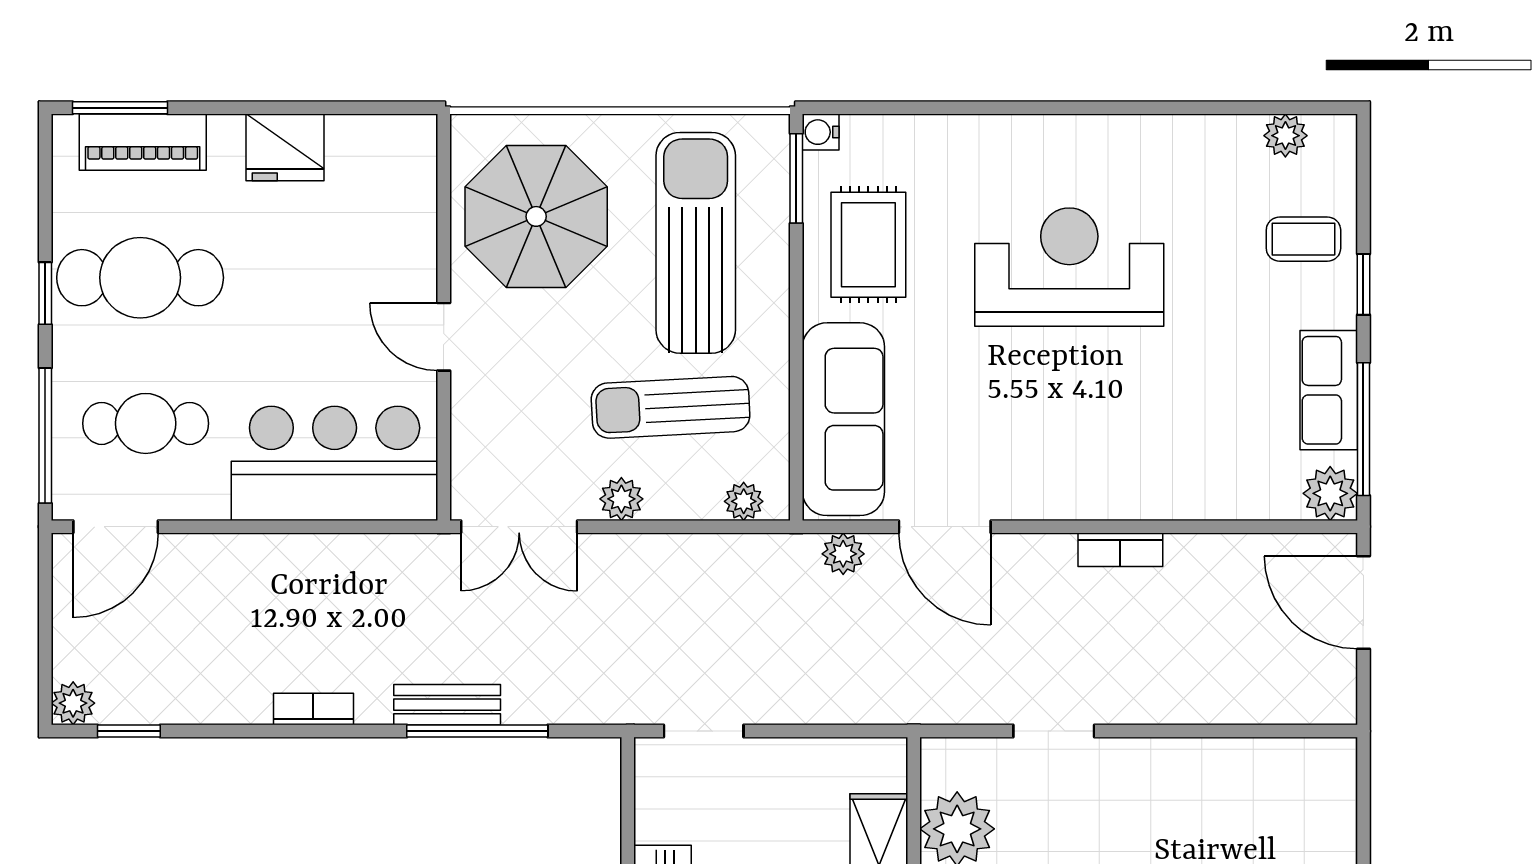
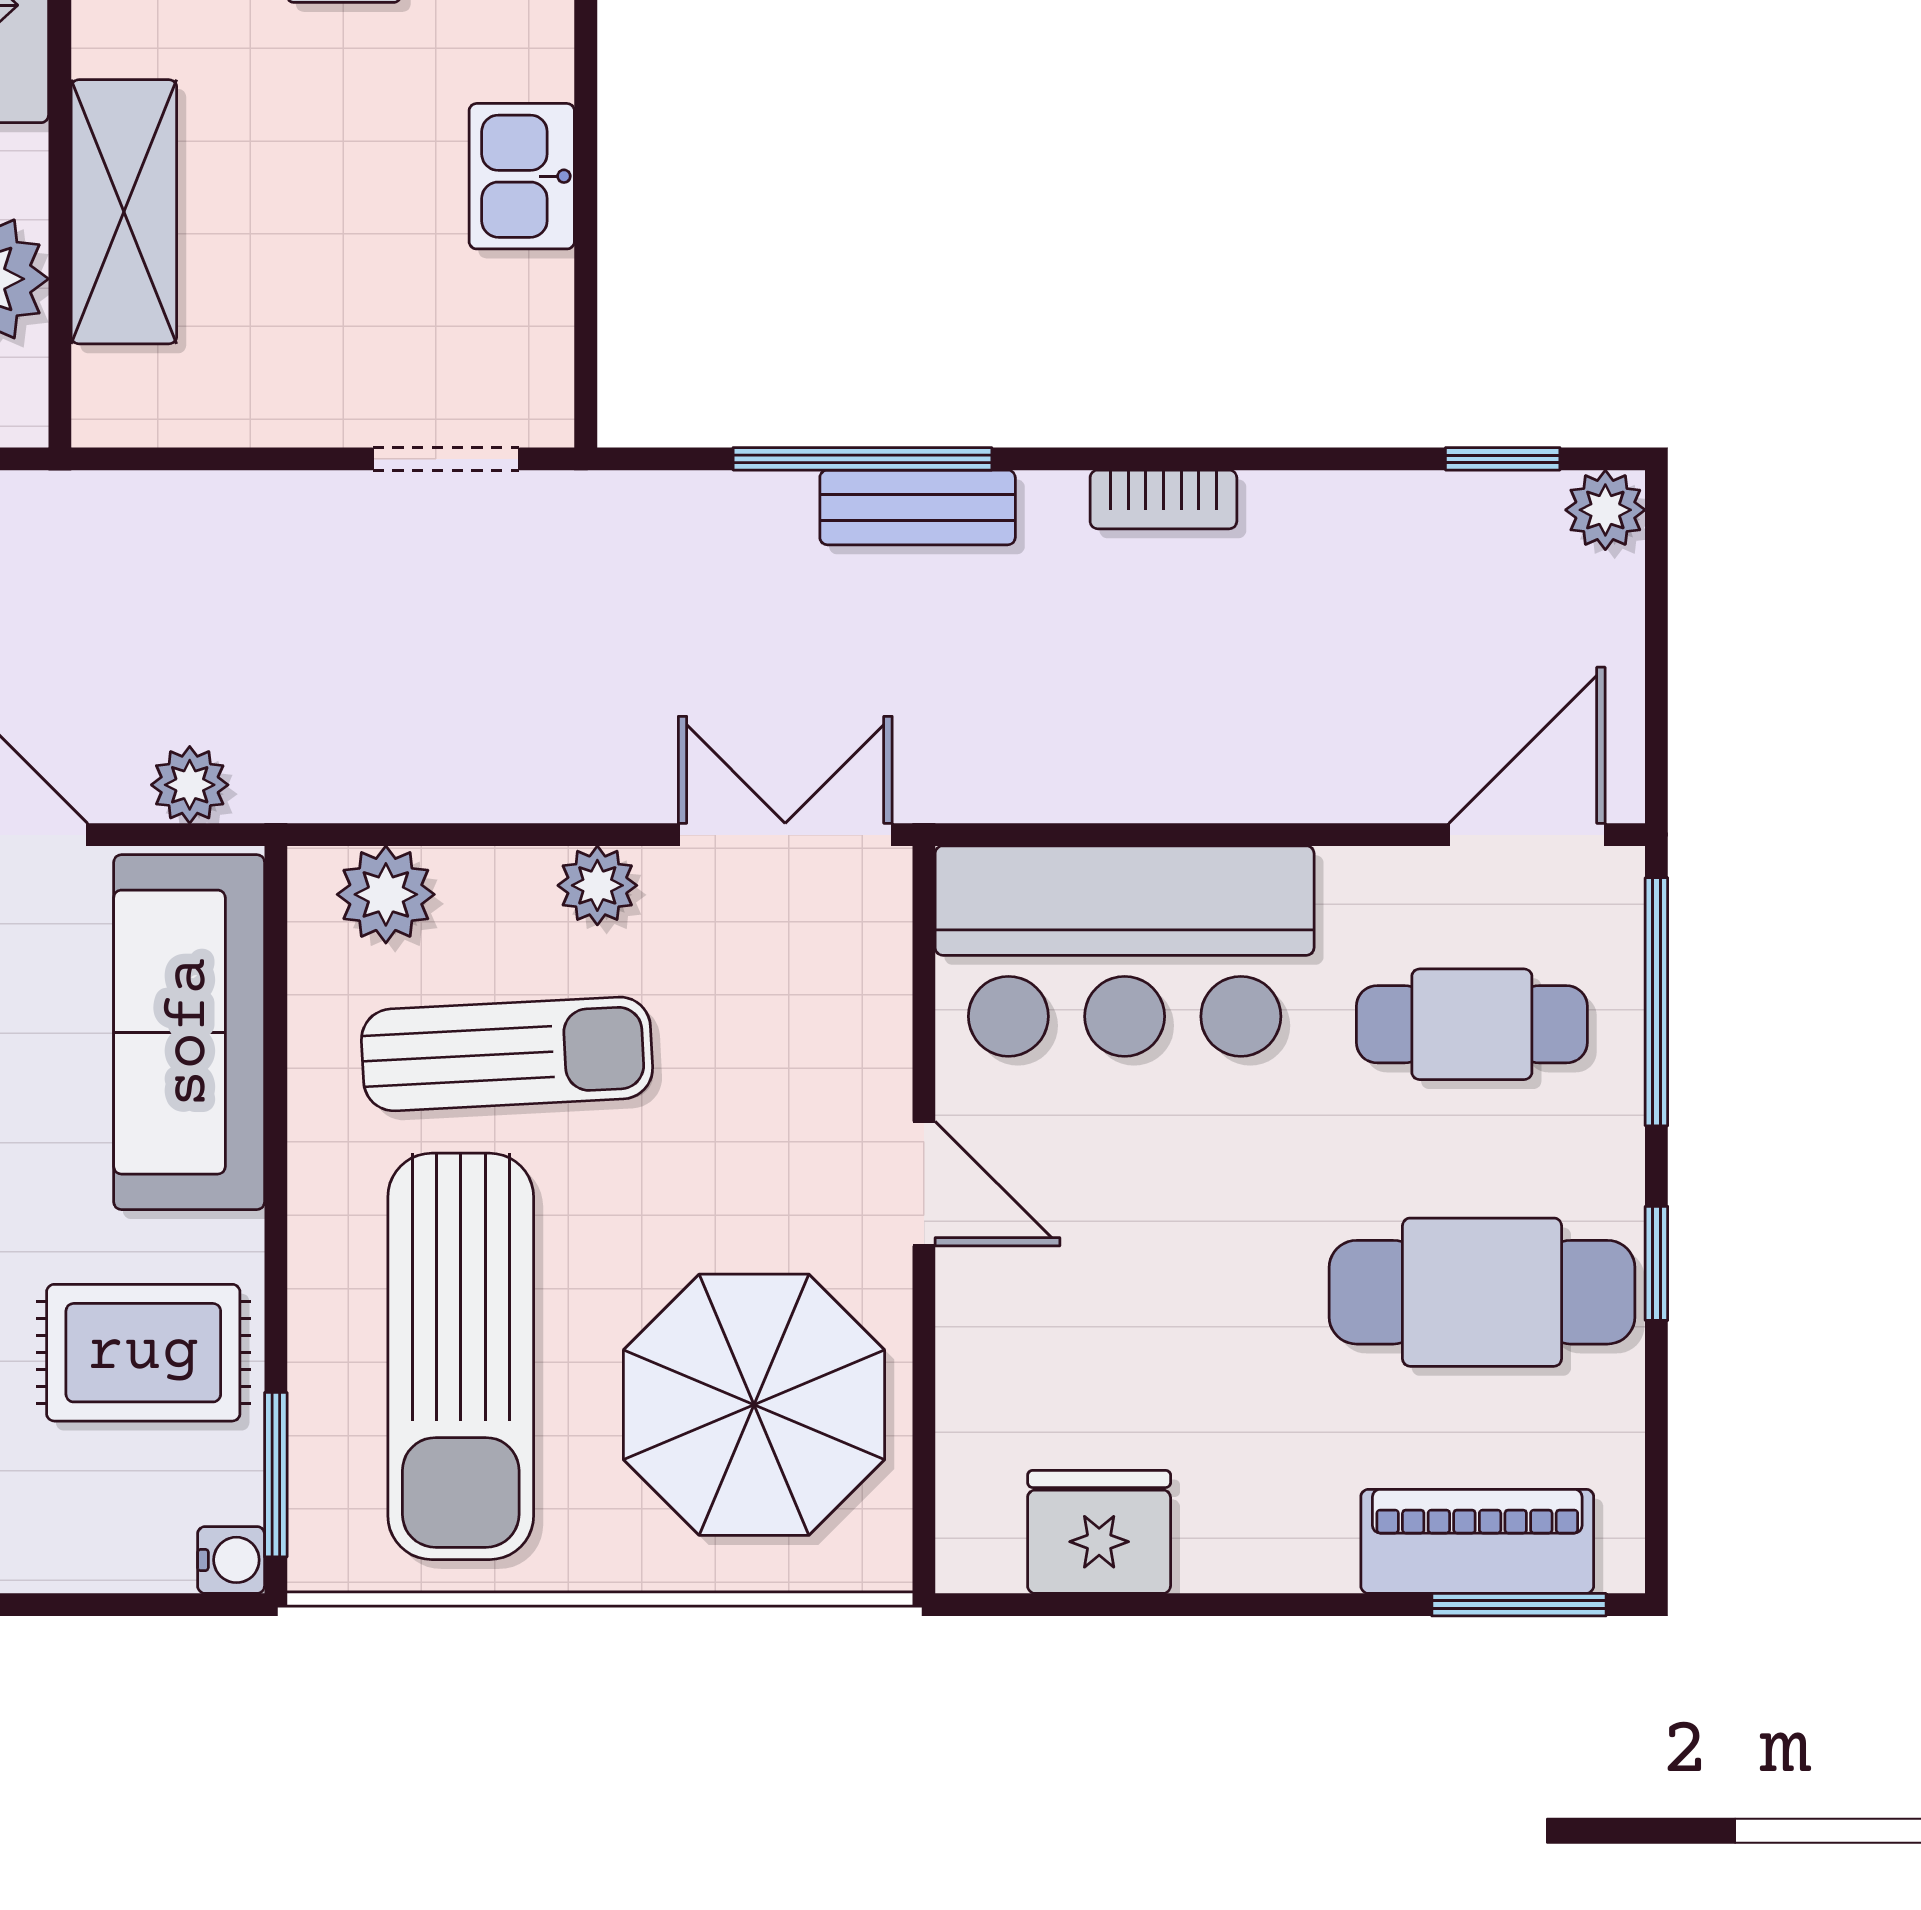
fridge: (285, 147) -> (1099, 1532), moved
rug: (868, 245) -> (143, 1353), turned 90
plant: (744, 501) -> (386, 894), width x1.38, depth x1.38

